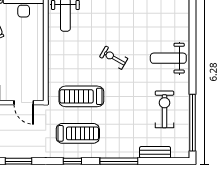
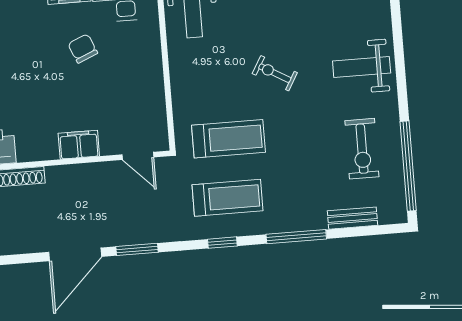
treadmill: (81, 96) -> (228, 139), turned 180
exercise bike: (164, 109) -> (362, 149), turned 180

